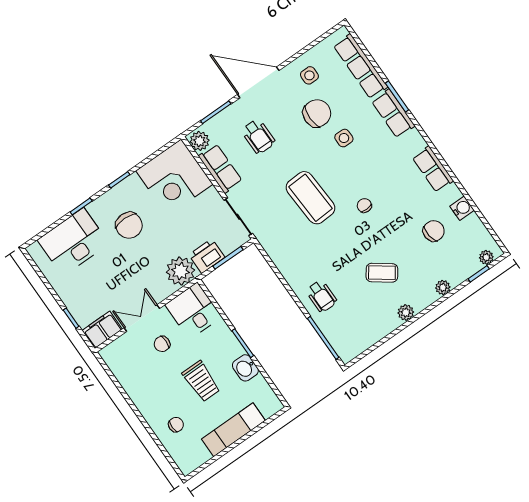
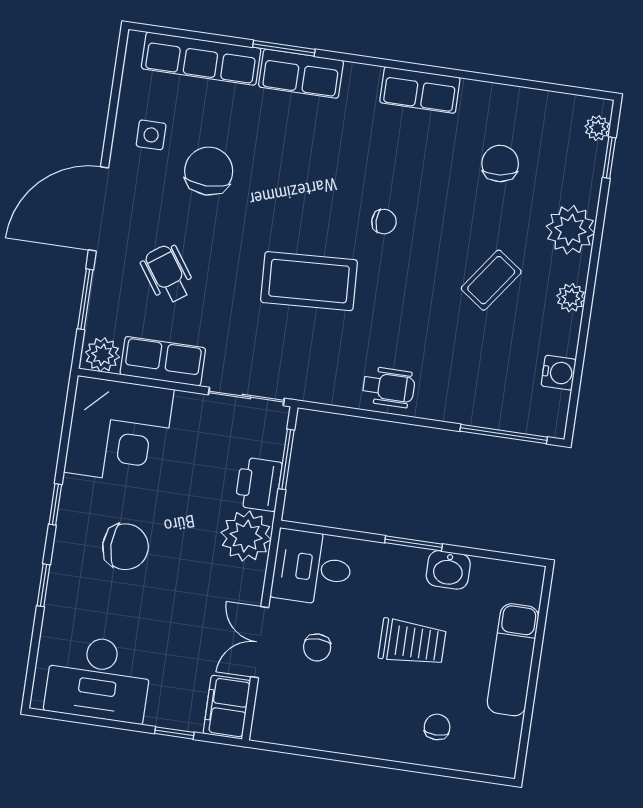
wheelchair: (258, 137) -> (168, 274), turned -125
side table: (344, 138) -> (273, 166), removed
chair: (364, 206) -> (384, 222), turned 180
water cooler: (462, 208) -> (559, 373), moved, turned 90
desk: (73, 242) -> (98, 678), moved, turned -90
plant: (443, 287) -> (570, 230), width x1.87, depth x1.87
wheelchair: (322, 296) -> (389, 387), moved

